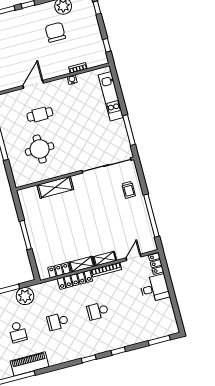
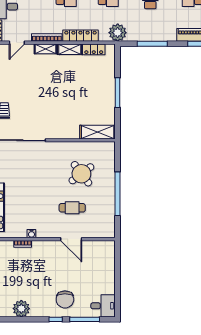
chair: (55, 32) -> (65, 299), moved
door: (33, 84) -> (71, 239), hinge flipped
round table: (40, 149) -> (81, 174), turned -37
shelving: (55, 187) -> (98, 132), moved
plant: (25, 296) -> (118, 33), moved

